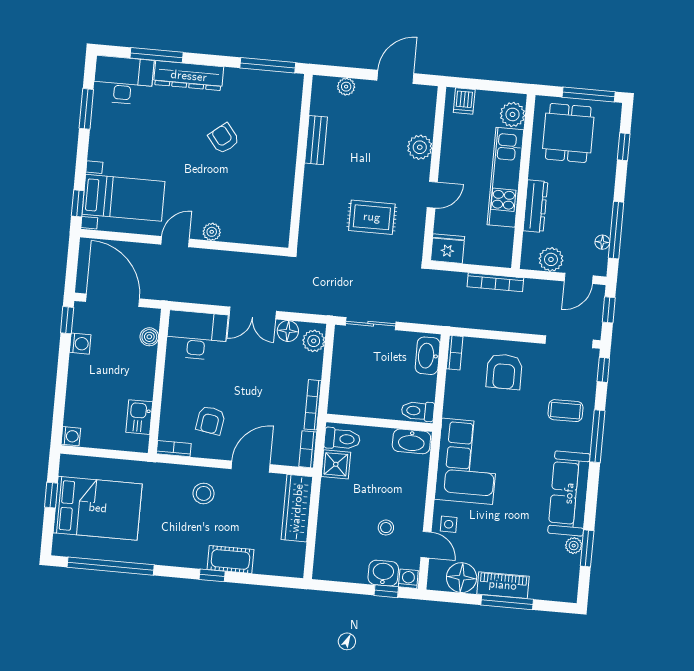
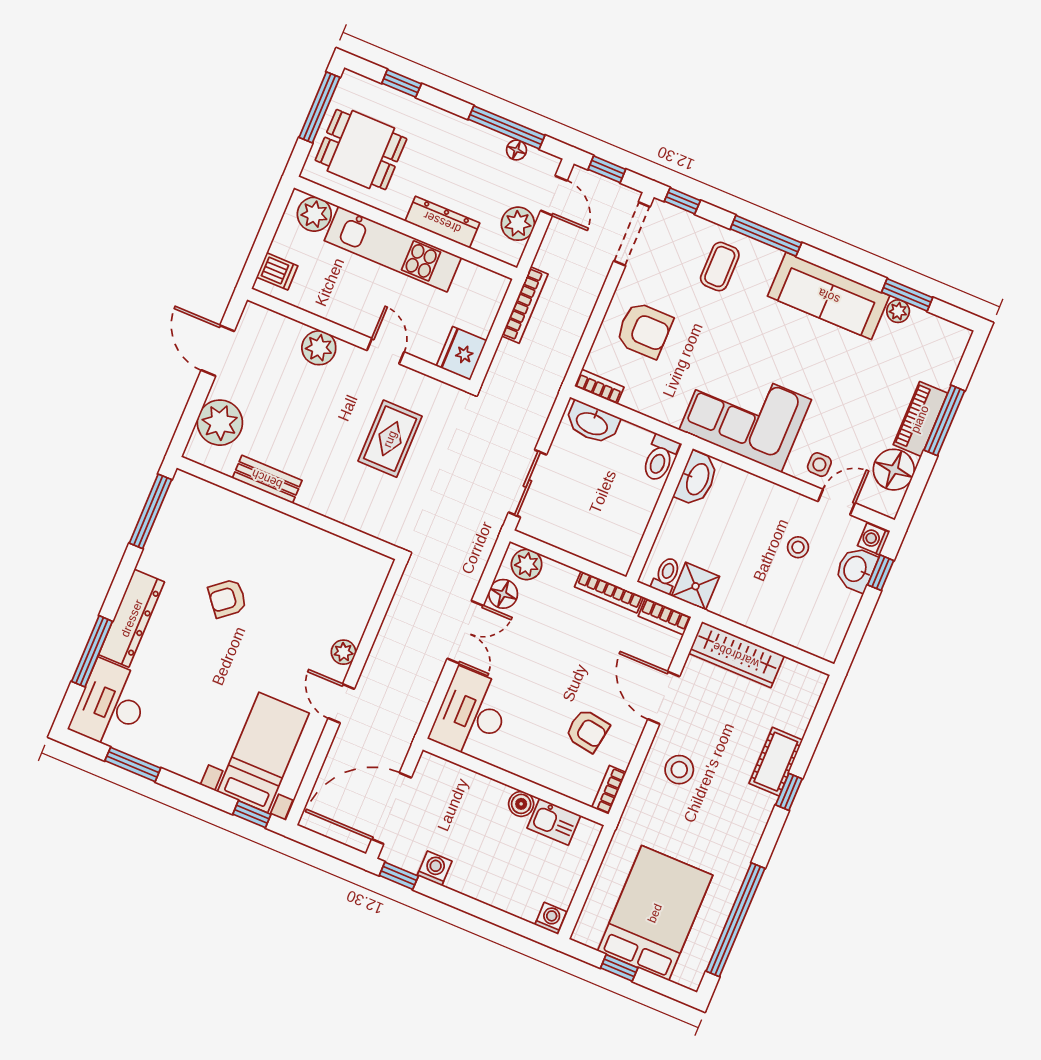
plant: (346, 87) -> (220, 423), width x1.87, depth x1.87
boiler: (149, 337) -> (521, 804), moved
toilet: (342, 439) -> (666, 575), width x0.73, depth x0.72

